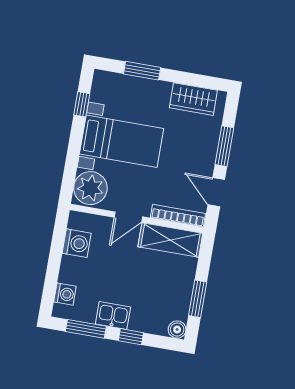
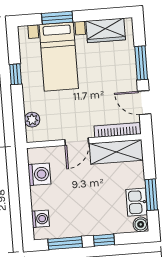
window: (82, 104) -> (16, 74), moved
bed with nightstands: (122, 141) -> (59, 57), moved, turned 90
plant: (90, 188) -> (32, 120), width x0.53, depth x0.53
kitchen sink: (113, 316) -> (137, 202), moved, turned -90

